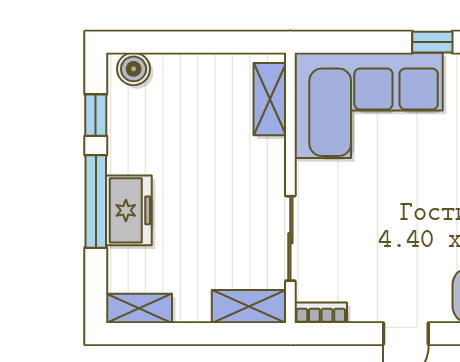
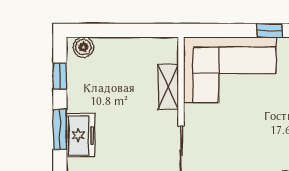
shelving: (270, 99) -> (168, 87), moved
window: (96, 201) -> (60, 130), width x0.69

